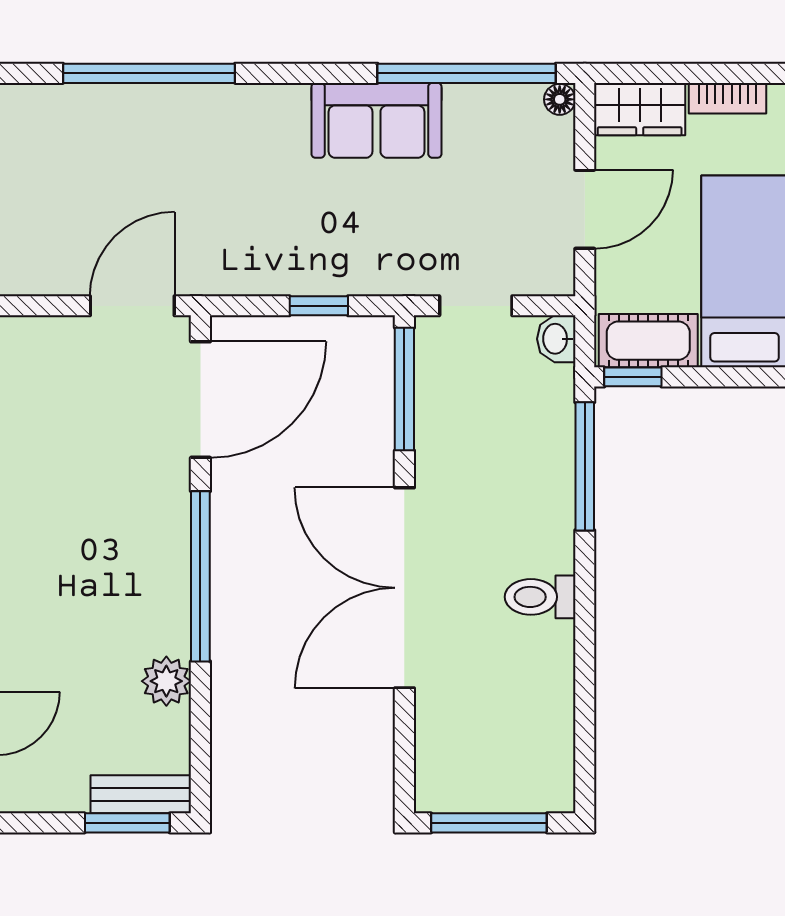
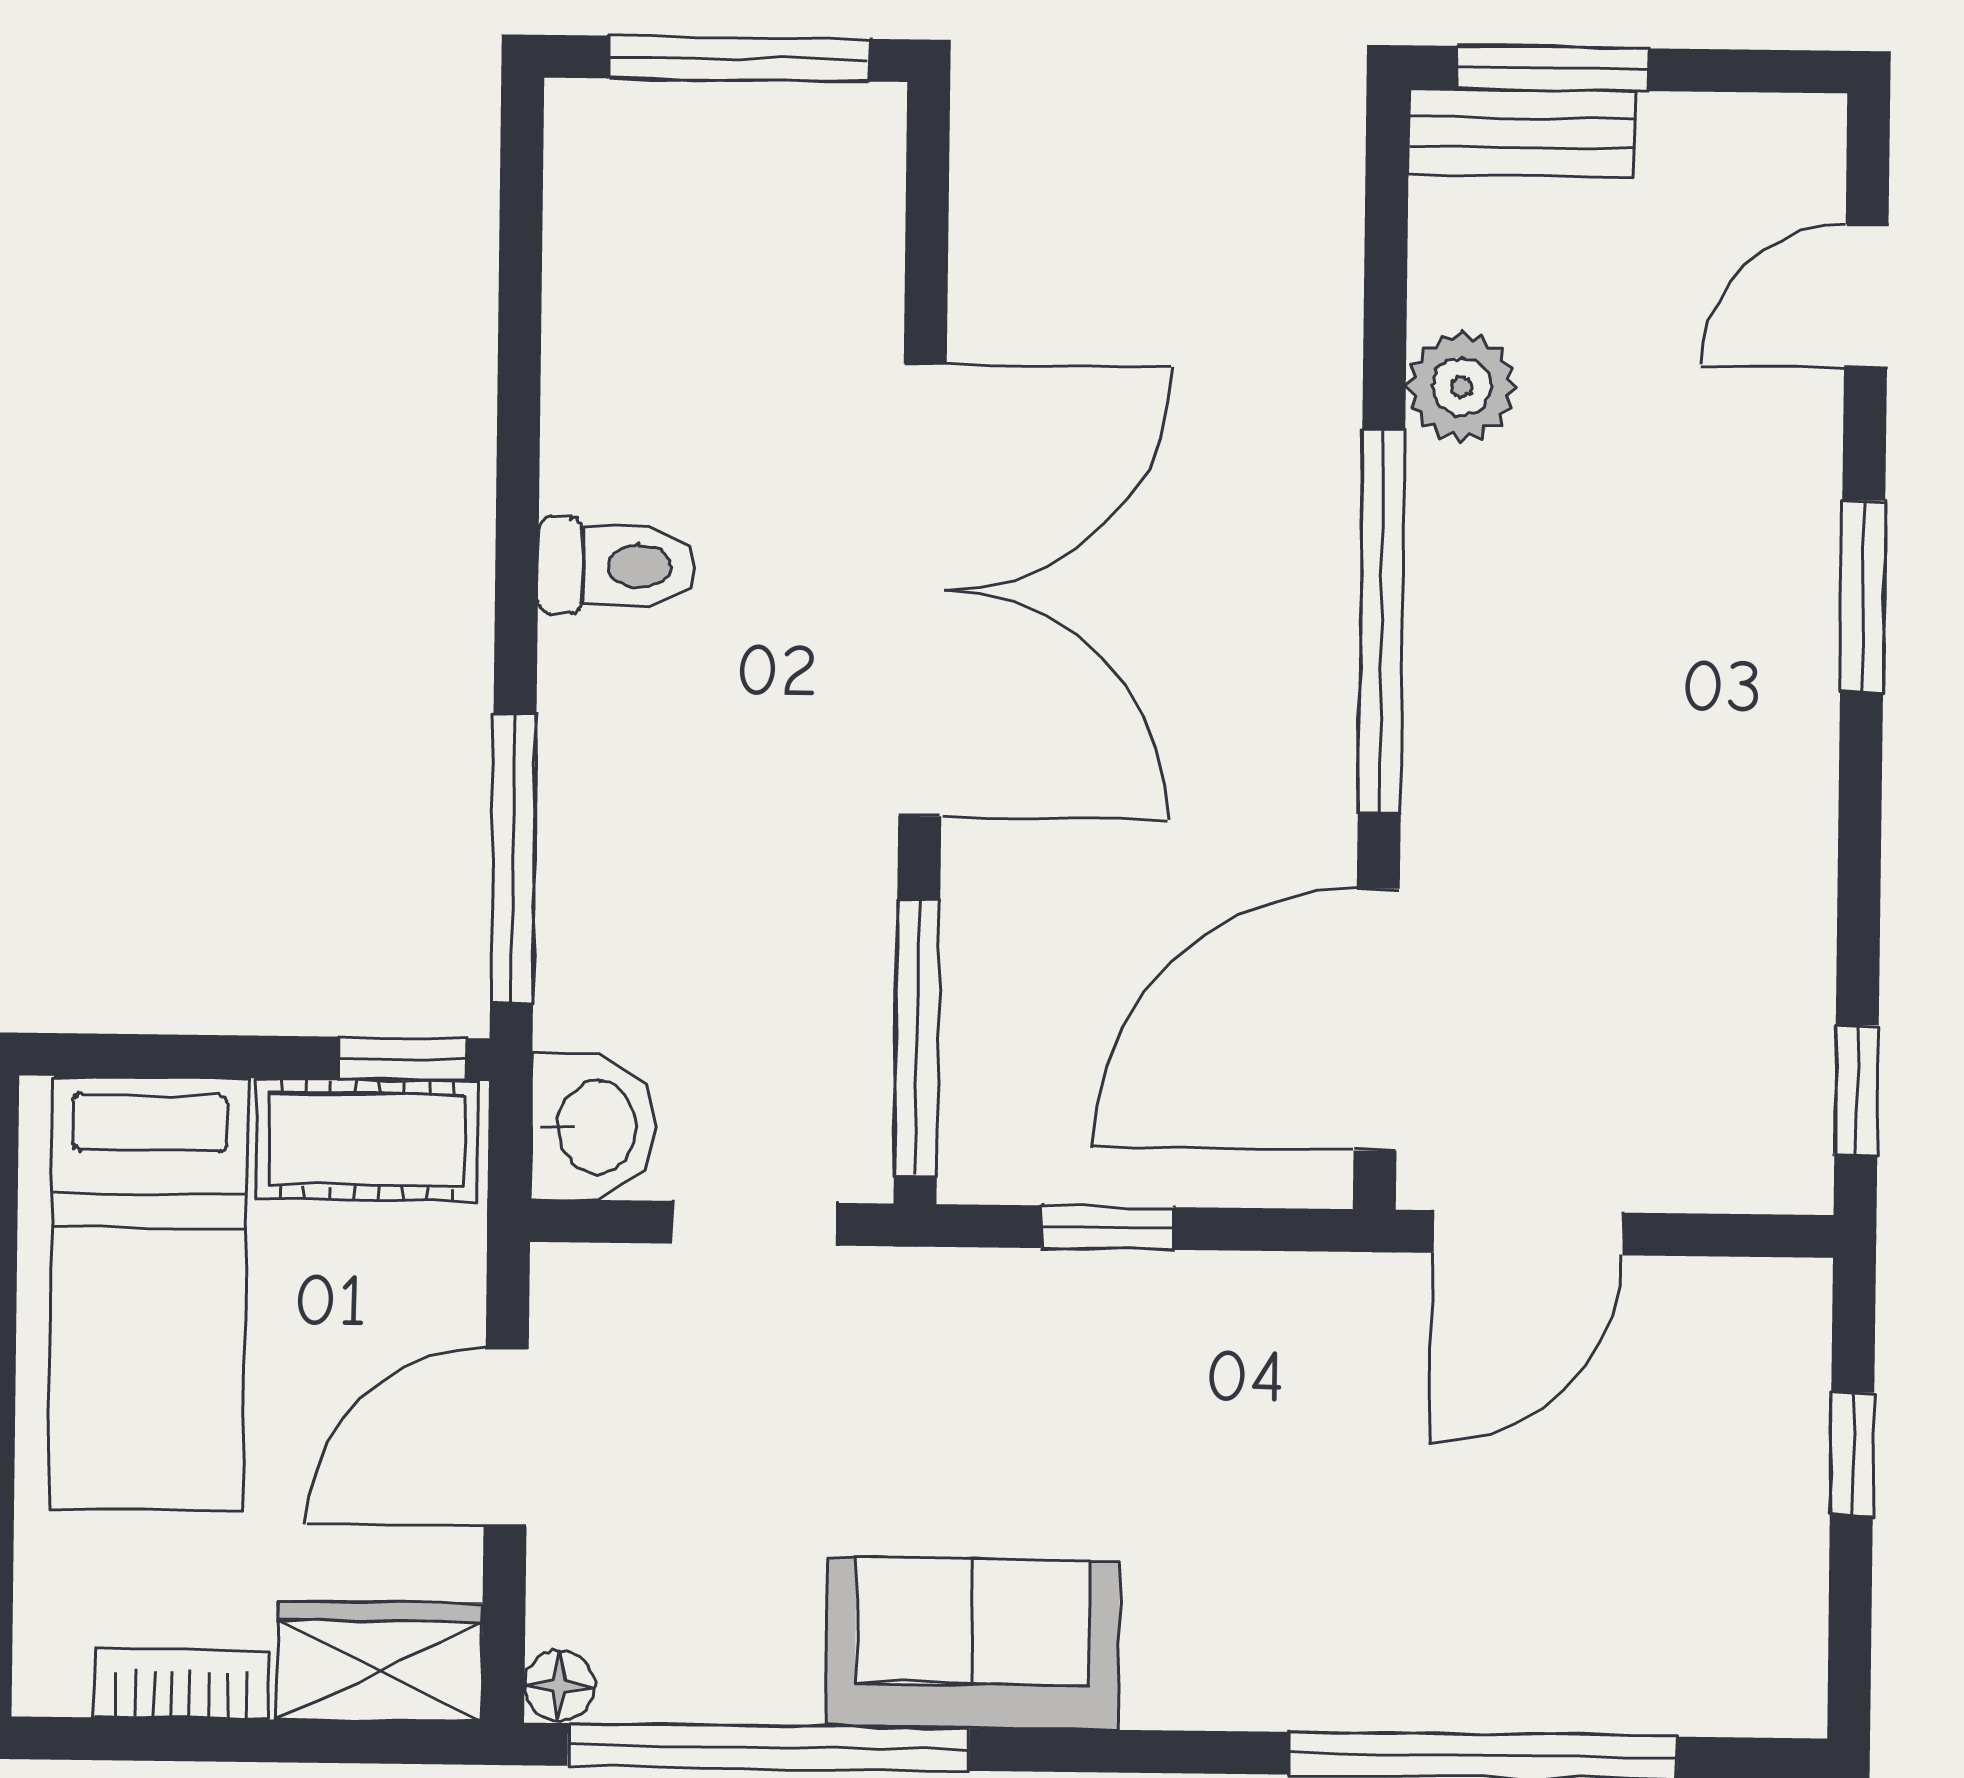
washbasin: (556, 339) -> (593, 1127), width x1.38, depth x1.45

